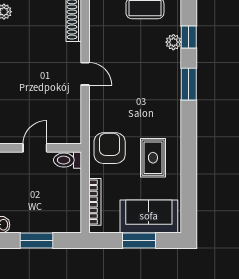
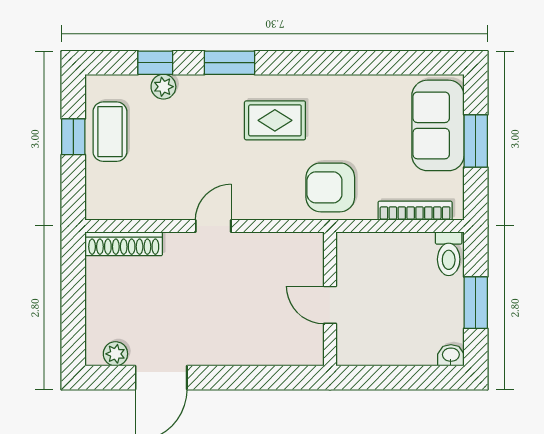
rug: (153, 158) -> (275, 120), moved
toilet: (67, 160) -> (449, 254), moved

